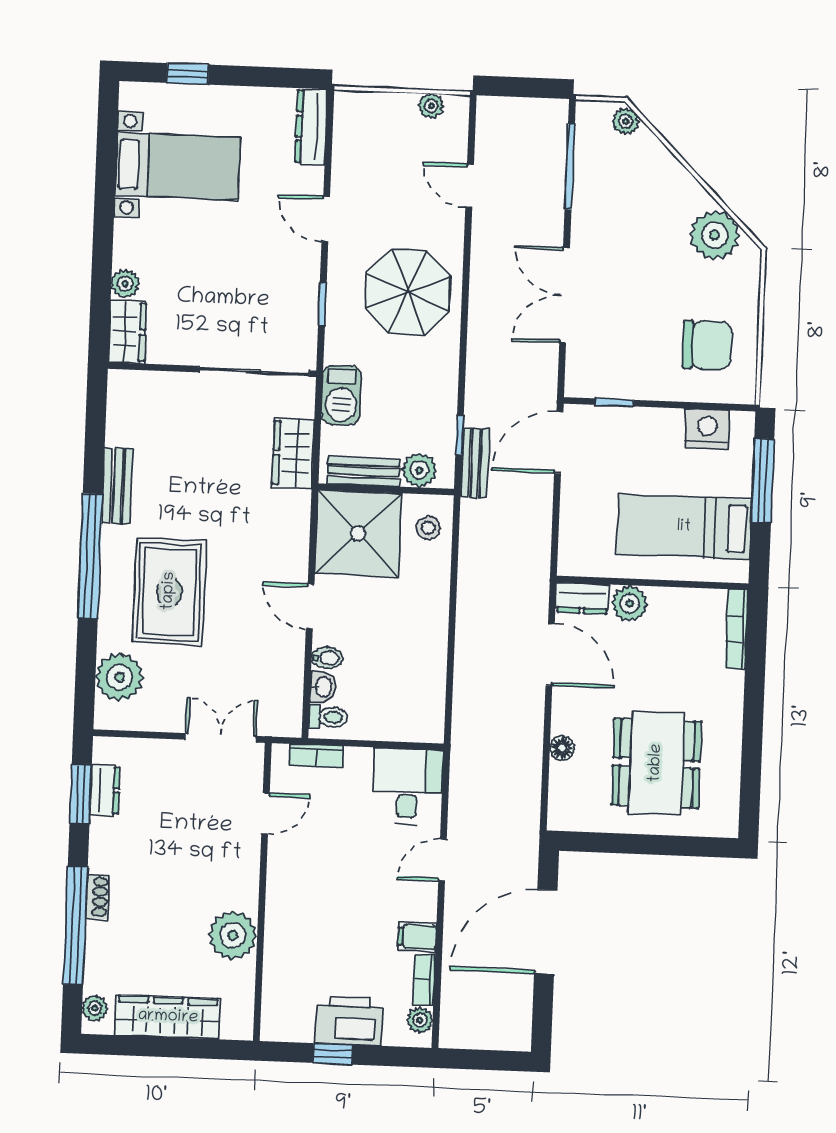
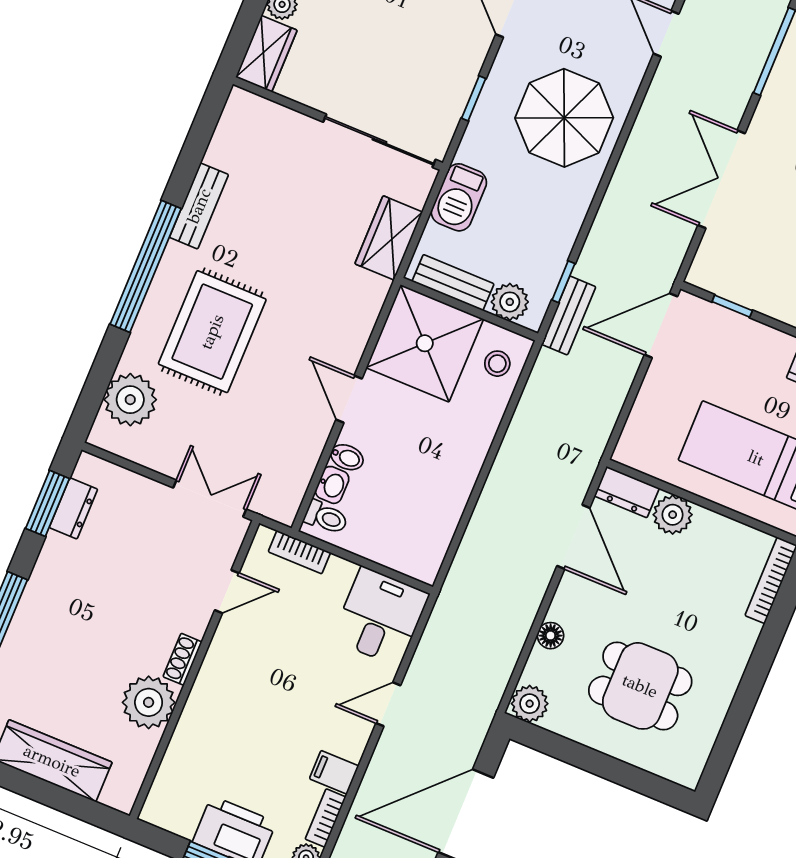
dining table: (656, 763) -> (640, 686), width x0.73
plant: (565, 814) -> (530, 704), added
shoe rack: (97, 897) -> (183, 659), moved, turned 180

